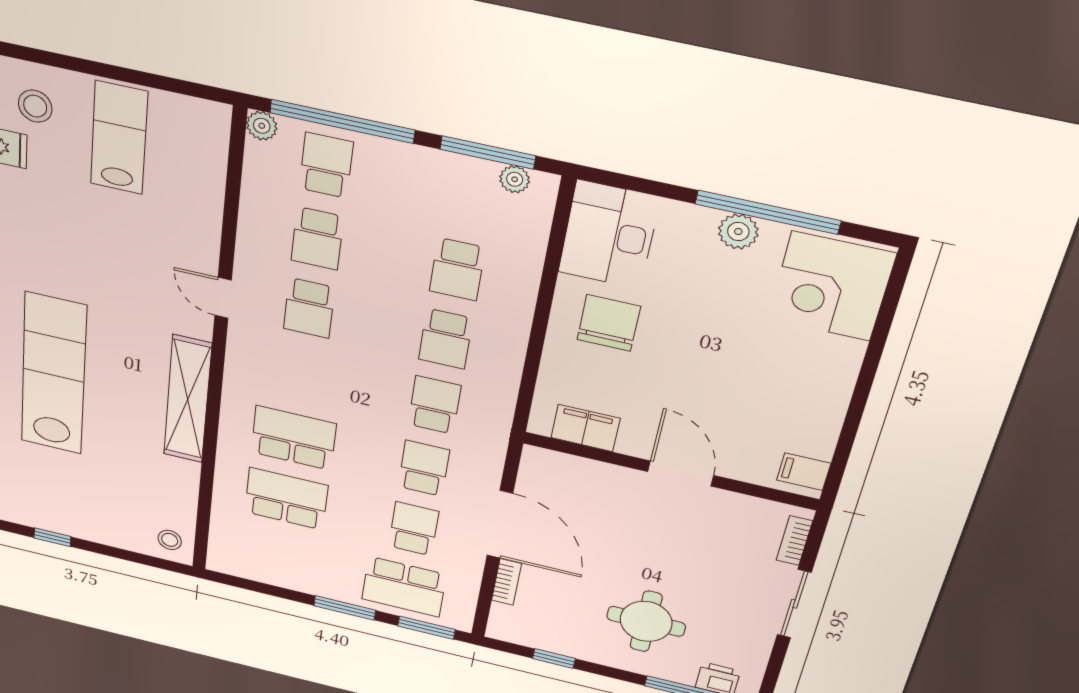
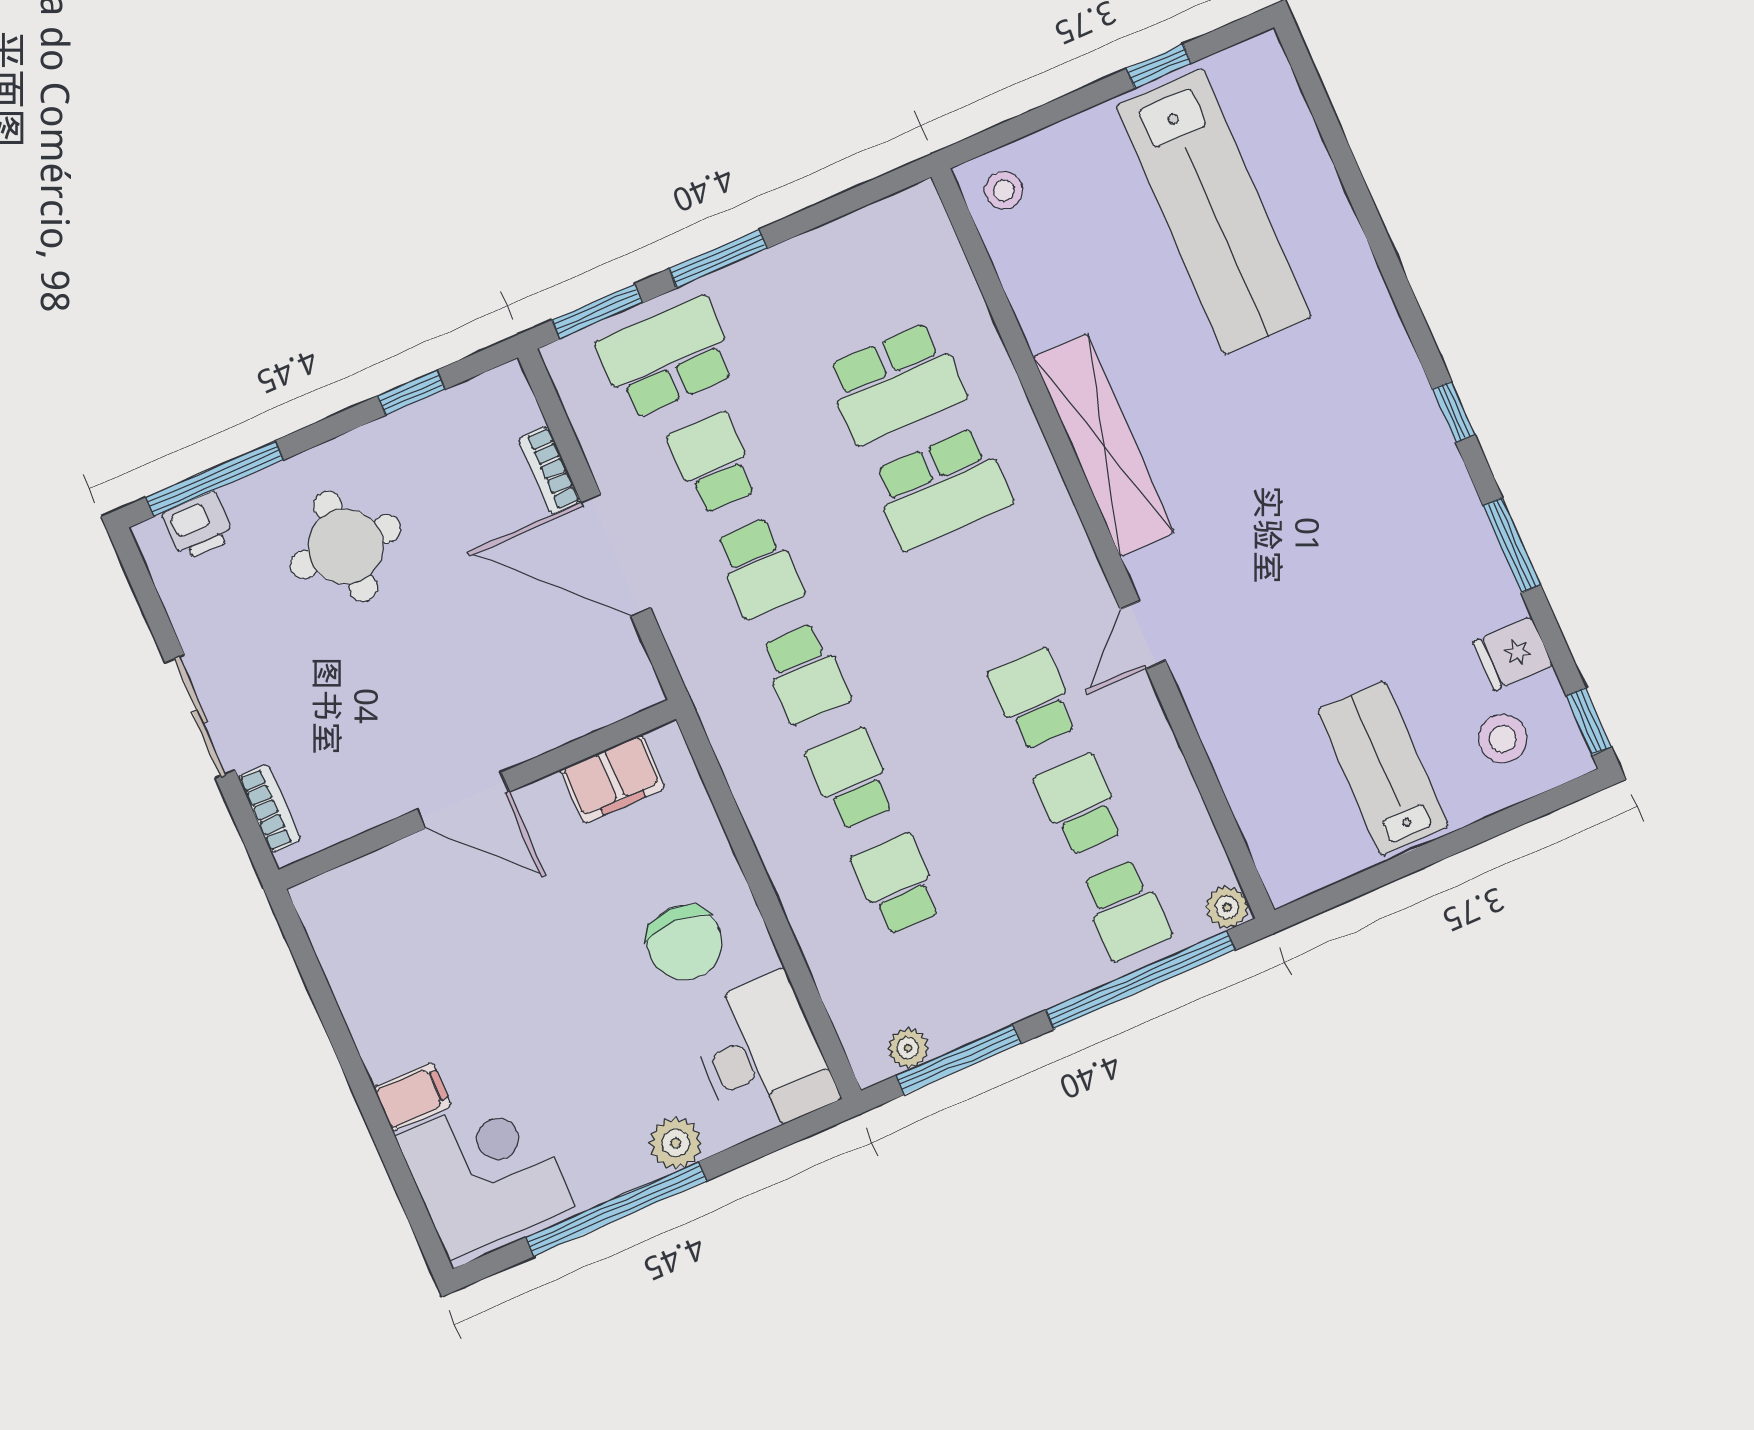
lab bench: (119, 138) -> (1383, 768), turned 180
plant: (738, 232) -> (676, 1143), moved
door: (223, 298) -> (1143, 635), swing flipped
lab bench: (54, 374) -> (1213, 212), moved
filing cabinet: (804, 472) -> (413, 1097), moved
school desk: (414, 529) -> (713, 463), turned 180

